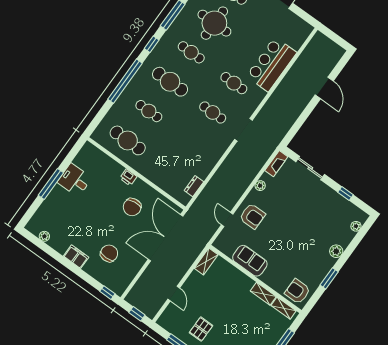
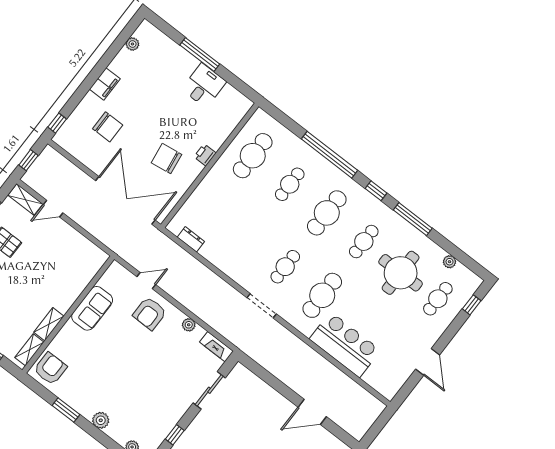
cafe table: (234, 83) -> (322, 295), width x1.37, depth x1.35
shelving: (206, 261) -> (25, 200), moved

